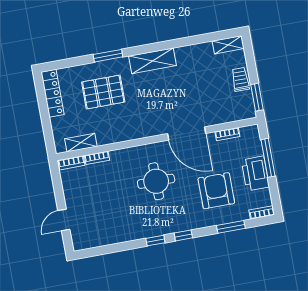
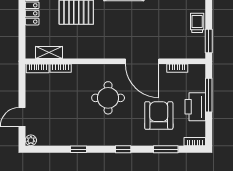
window: (155, 241) -> (79, 149), moved
plant: (78, 244) -> (31, 140), added

